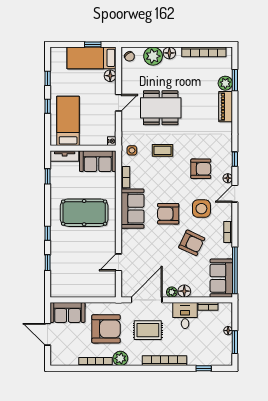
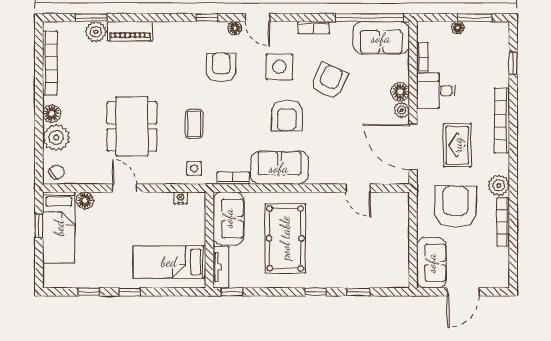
bed: (68, 121) -> (169, 262), moved
wall: (83, 148) -> (209, 240), moved
tv unit: (65, 156) -> (221, 267), moved
sofa: (98, 161) -> (228, 218), moved

